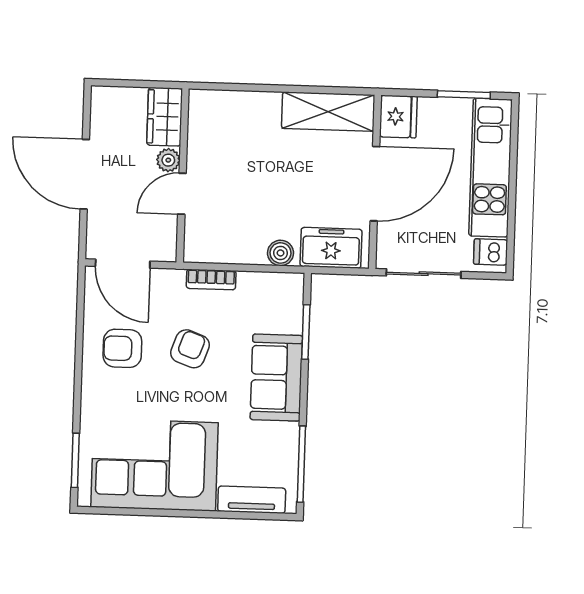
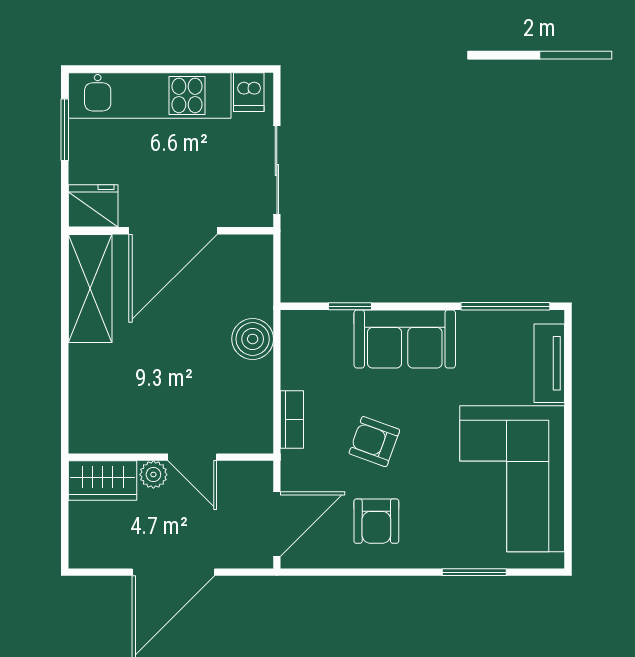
door: (375, 184) -> (173, 231), swing flipped
freezer: (331, 248) -> (250, 280), removed
boiler: (281, 253) -> (253, 339), width x1.36, depth x1.36
window: (306, 332) -> (350, 306), width x0.67
window: (75, 460) -> (474, 572), moved

